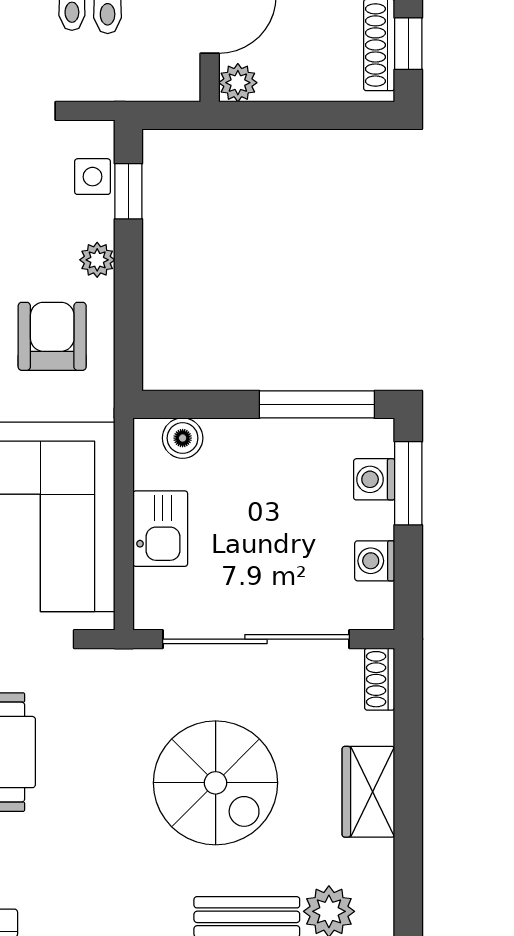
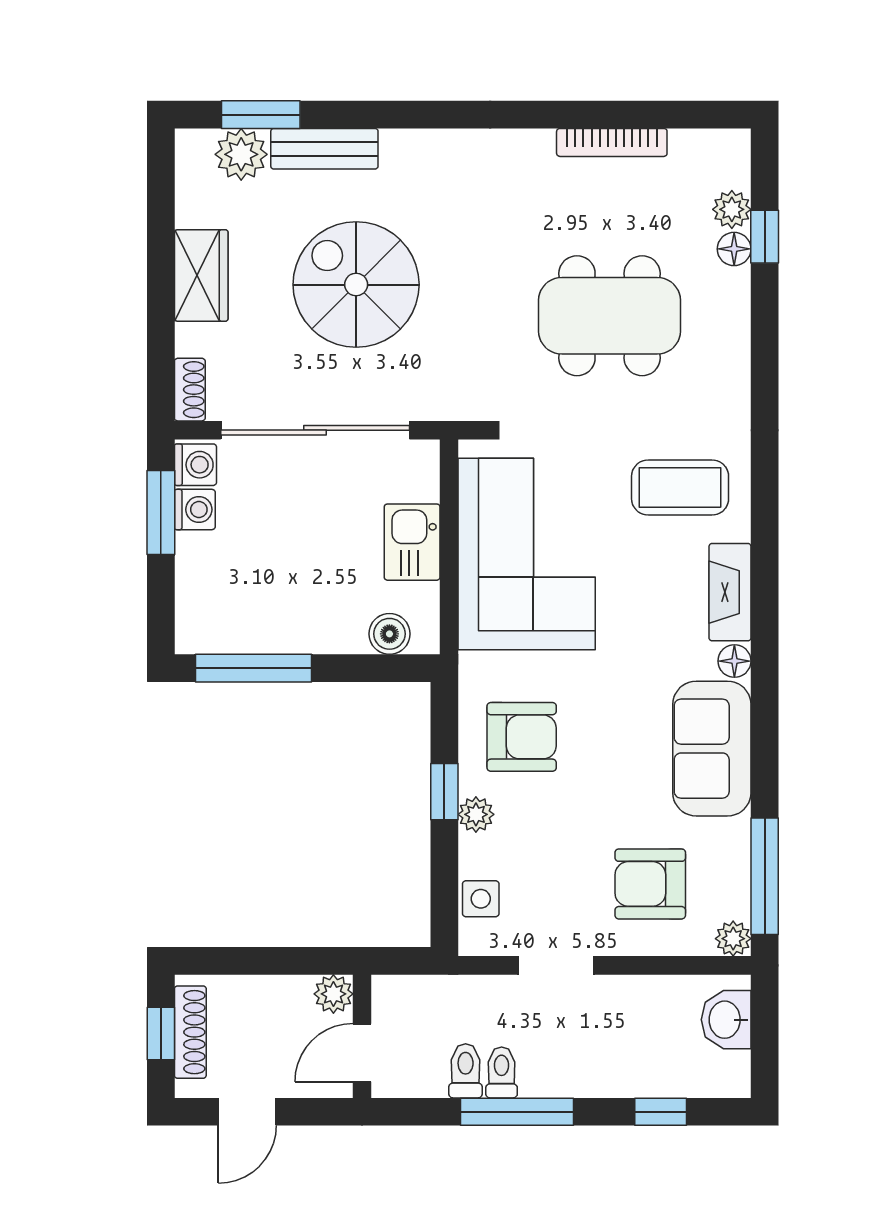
window: (128, 191) -> (444, 792), moved
armchair: (52, 336) -> (522, 737), turned -90
washing machine: (374, 479) -> (195, 465), moved
window: (408, 483) -> (161, 513), moved

